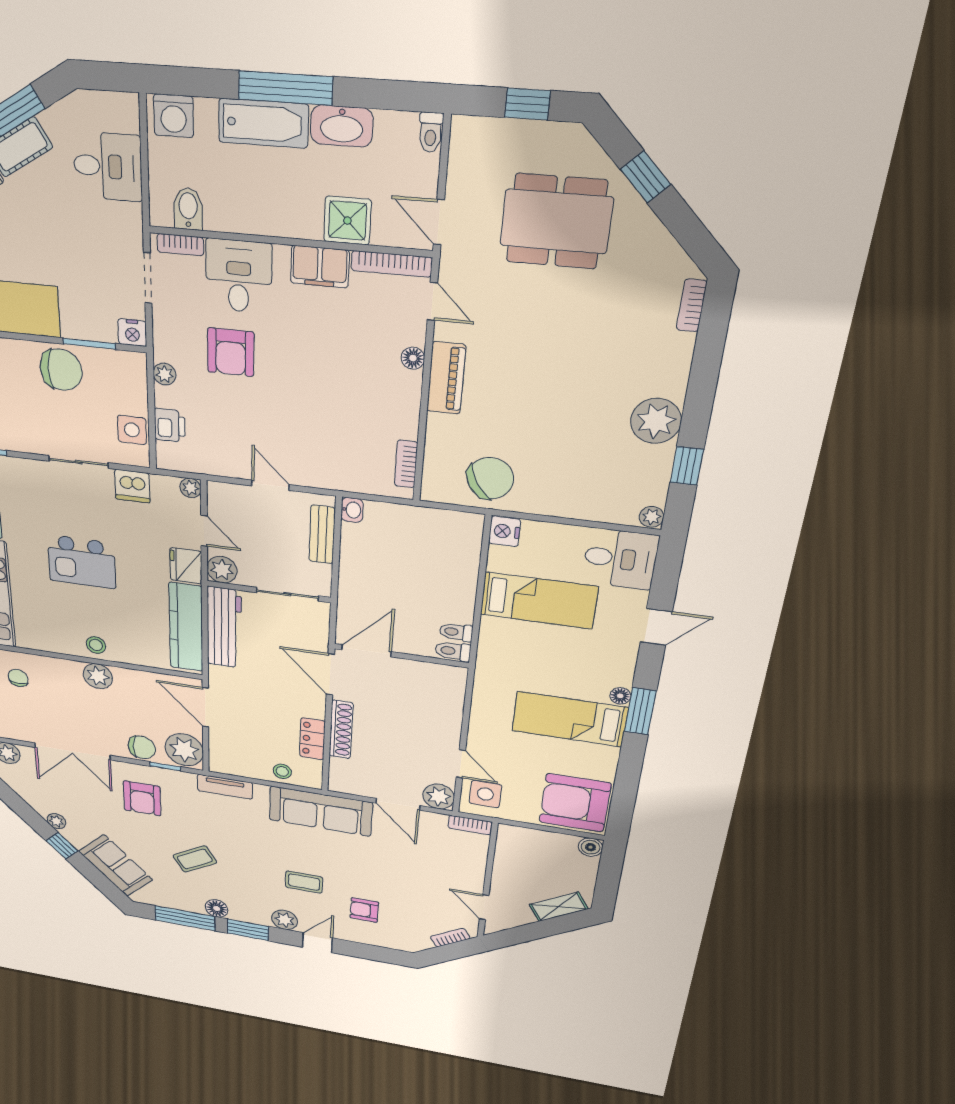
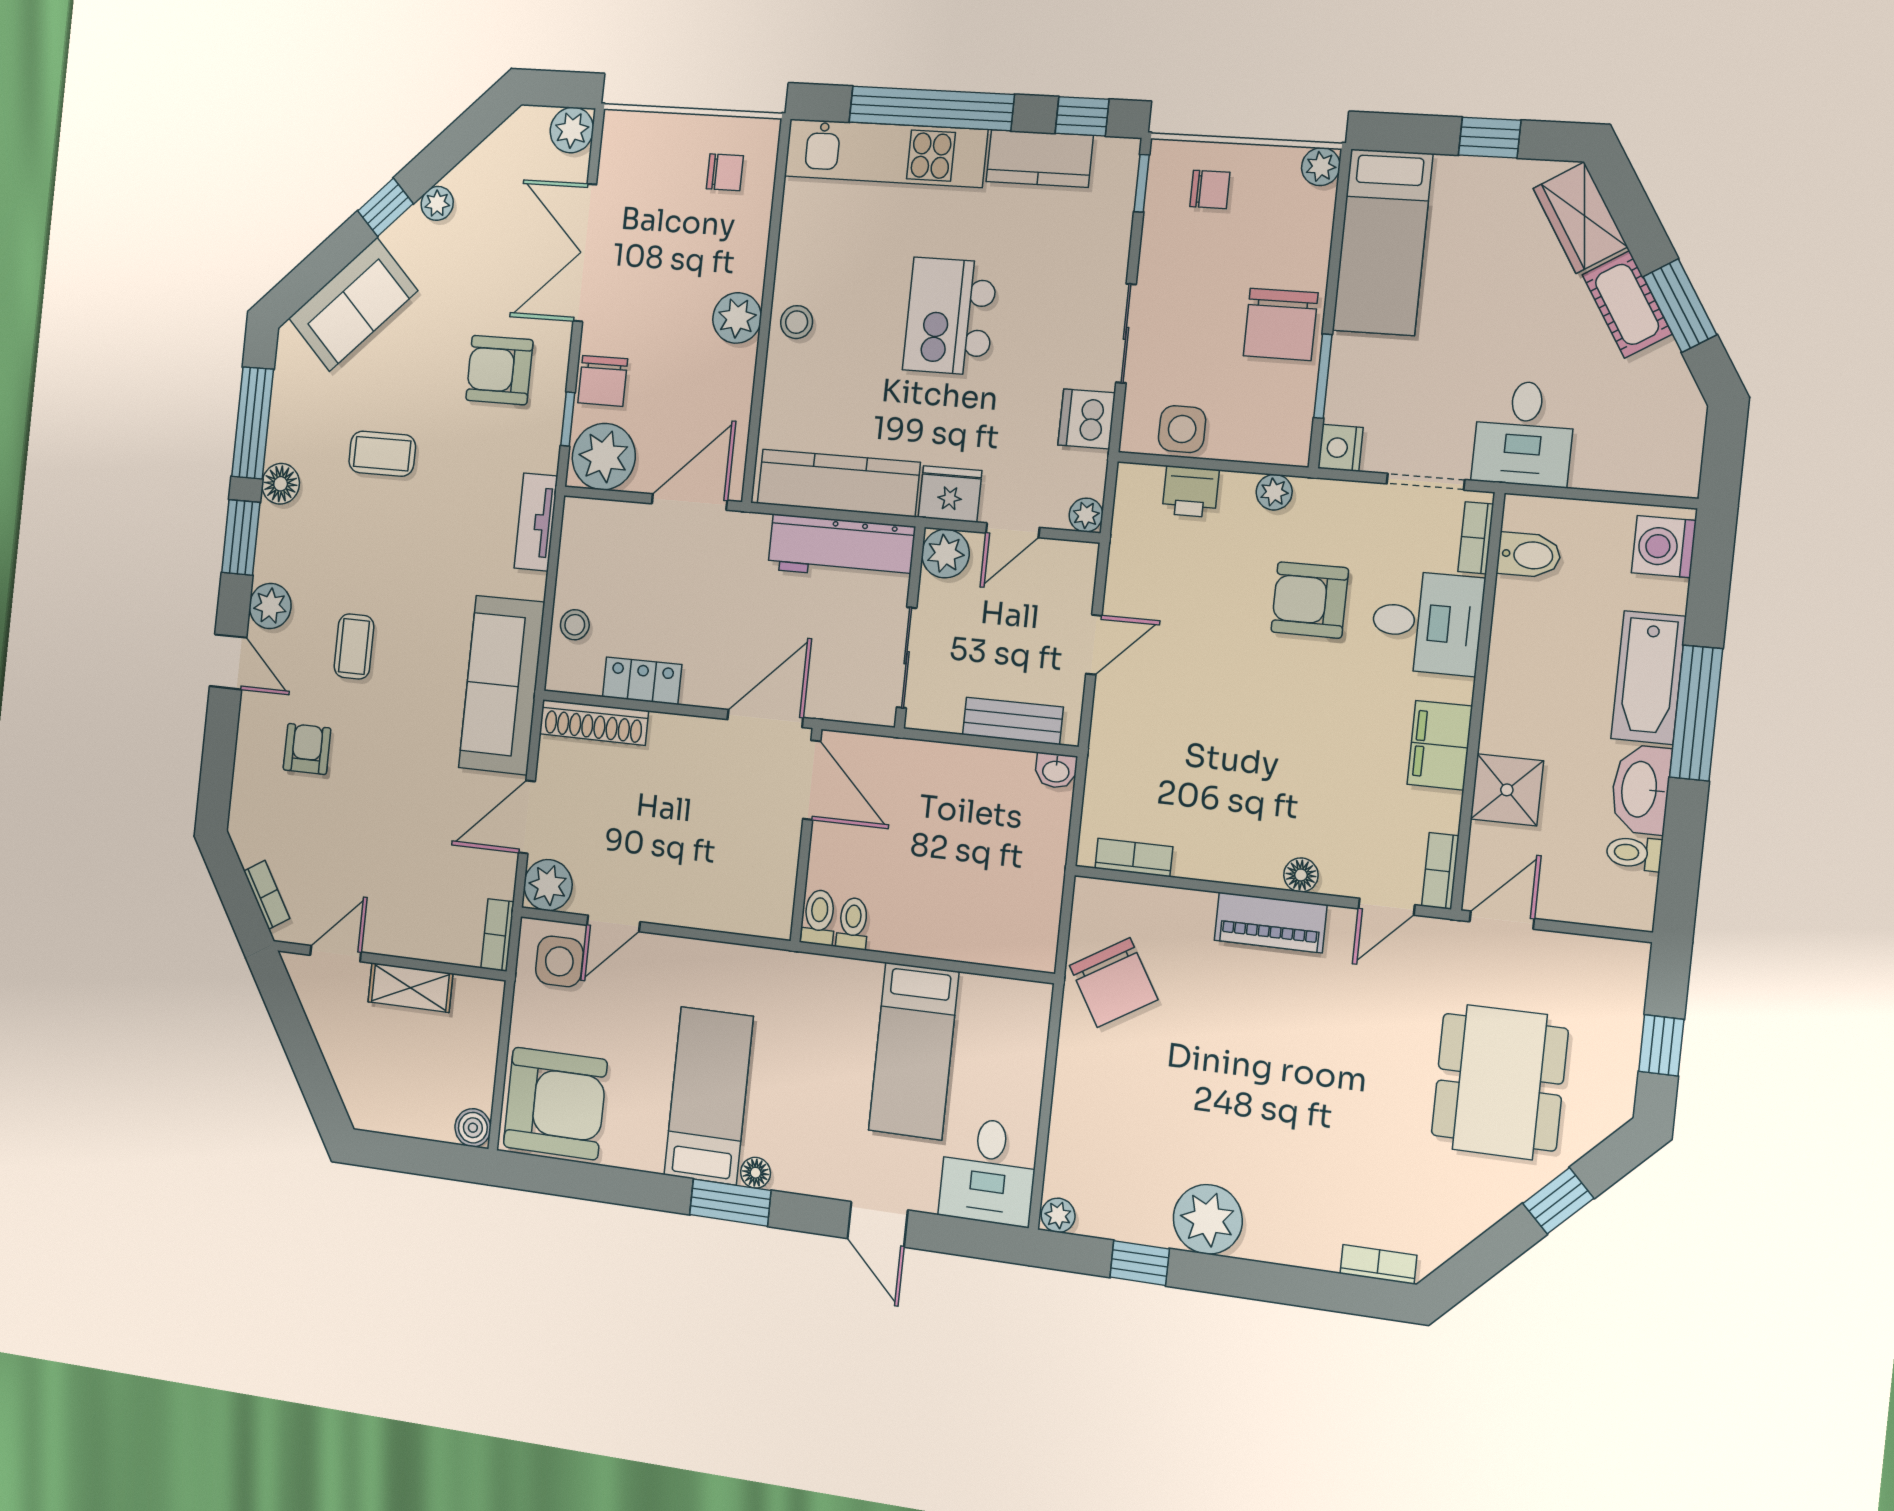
toilet: (431, 132) -> (1634, 853), moved
desk: (108, 166) -> (1524, 433), moved
bookcase: (392, 264) -> (1440, 871), width x0.64
nightstand: (505, 531) -> (1028, 1002), removed
shoe rack: (341, 729) -> (594, 722), moved
armchair: (575, 803) -> (555, 1103), turned 90
coffee table: (195, 859) -> (382, 454), turned -59
shelving: (559, 907) -> (410, 988), moved, turned -59

